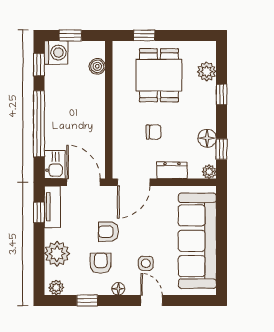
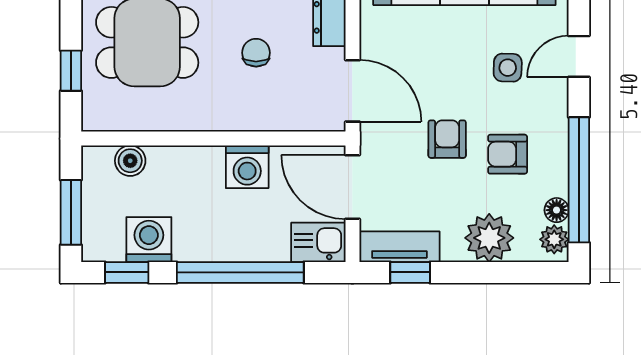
window: (70, 35) -> (71, 212), width x1.50
washing machine: (56, 53) -> (149, 240), moved
washing machine: (94, 127) -> (247, 167), added
door: (83, 182) -> (352, 187), hinge flipped
armchair: (109, 232) -> (447, 139), turned 180
floor lamp: (118, 289) -> (557, 210), moved
window: (87, 300) -> (579, 180), width x3.17

